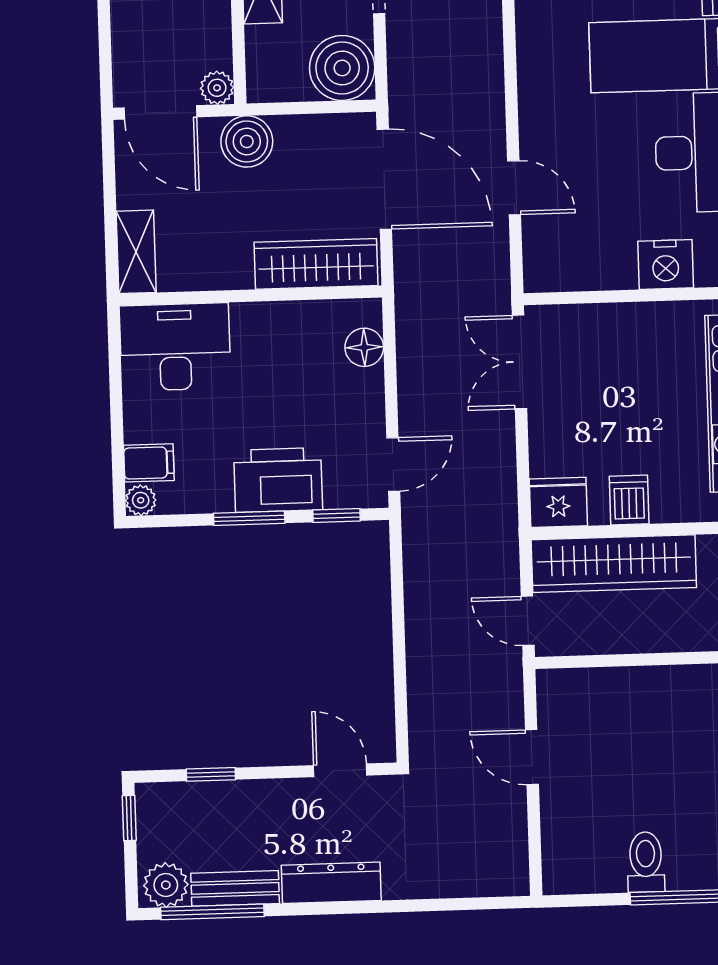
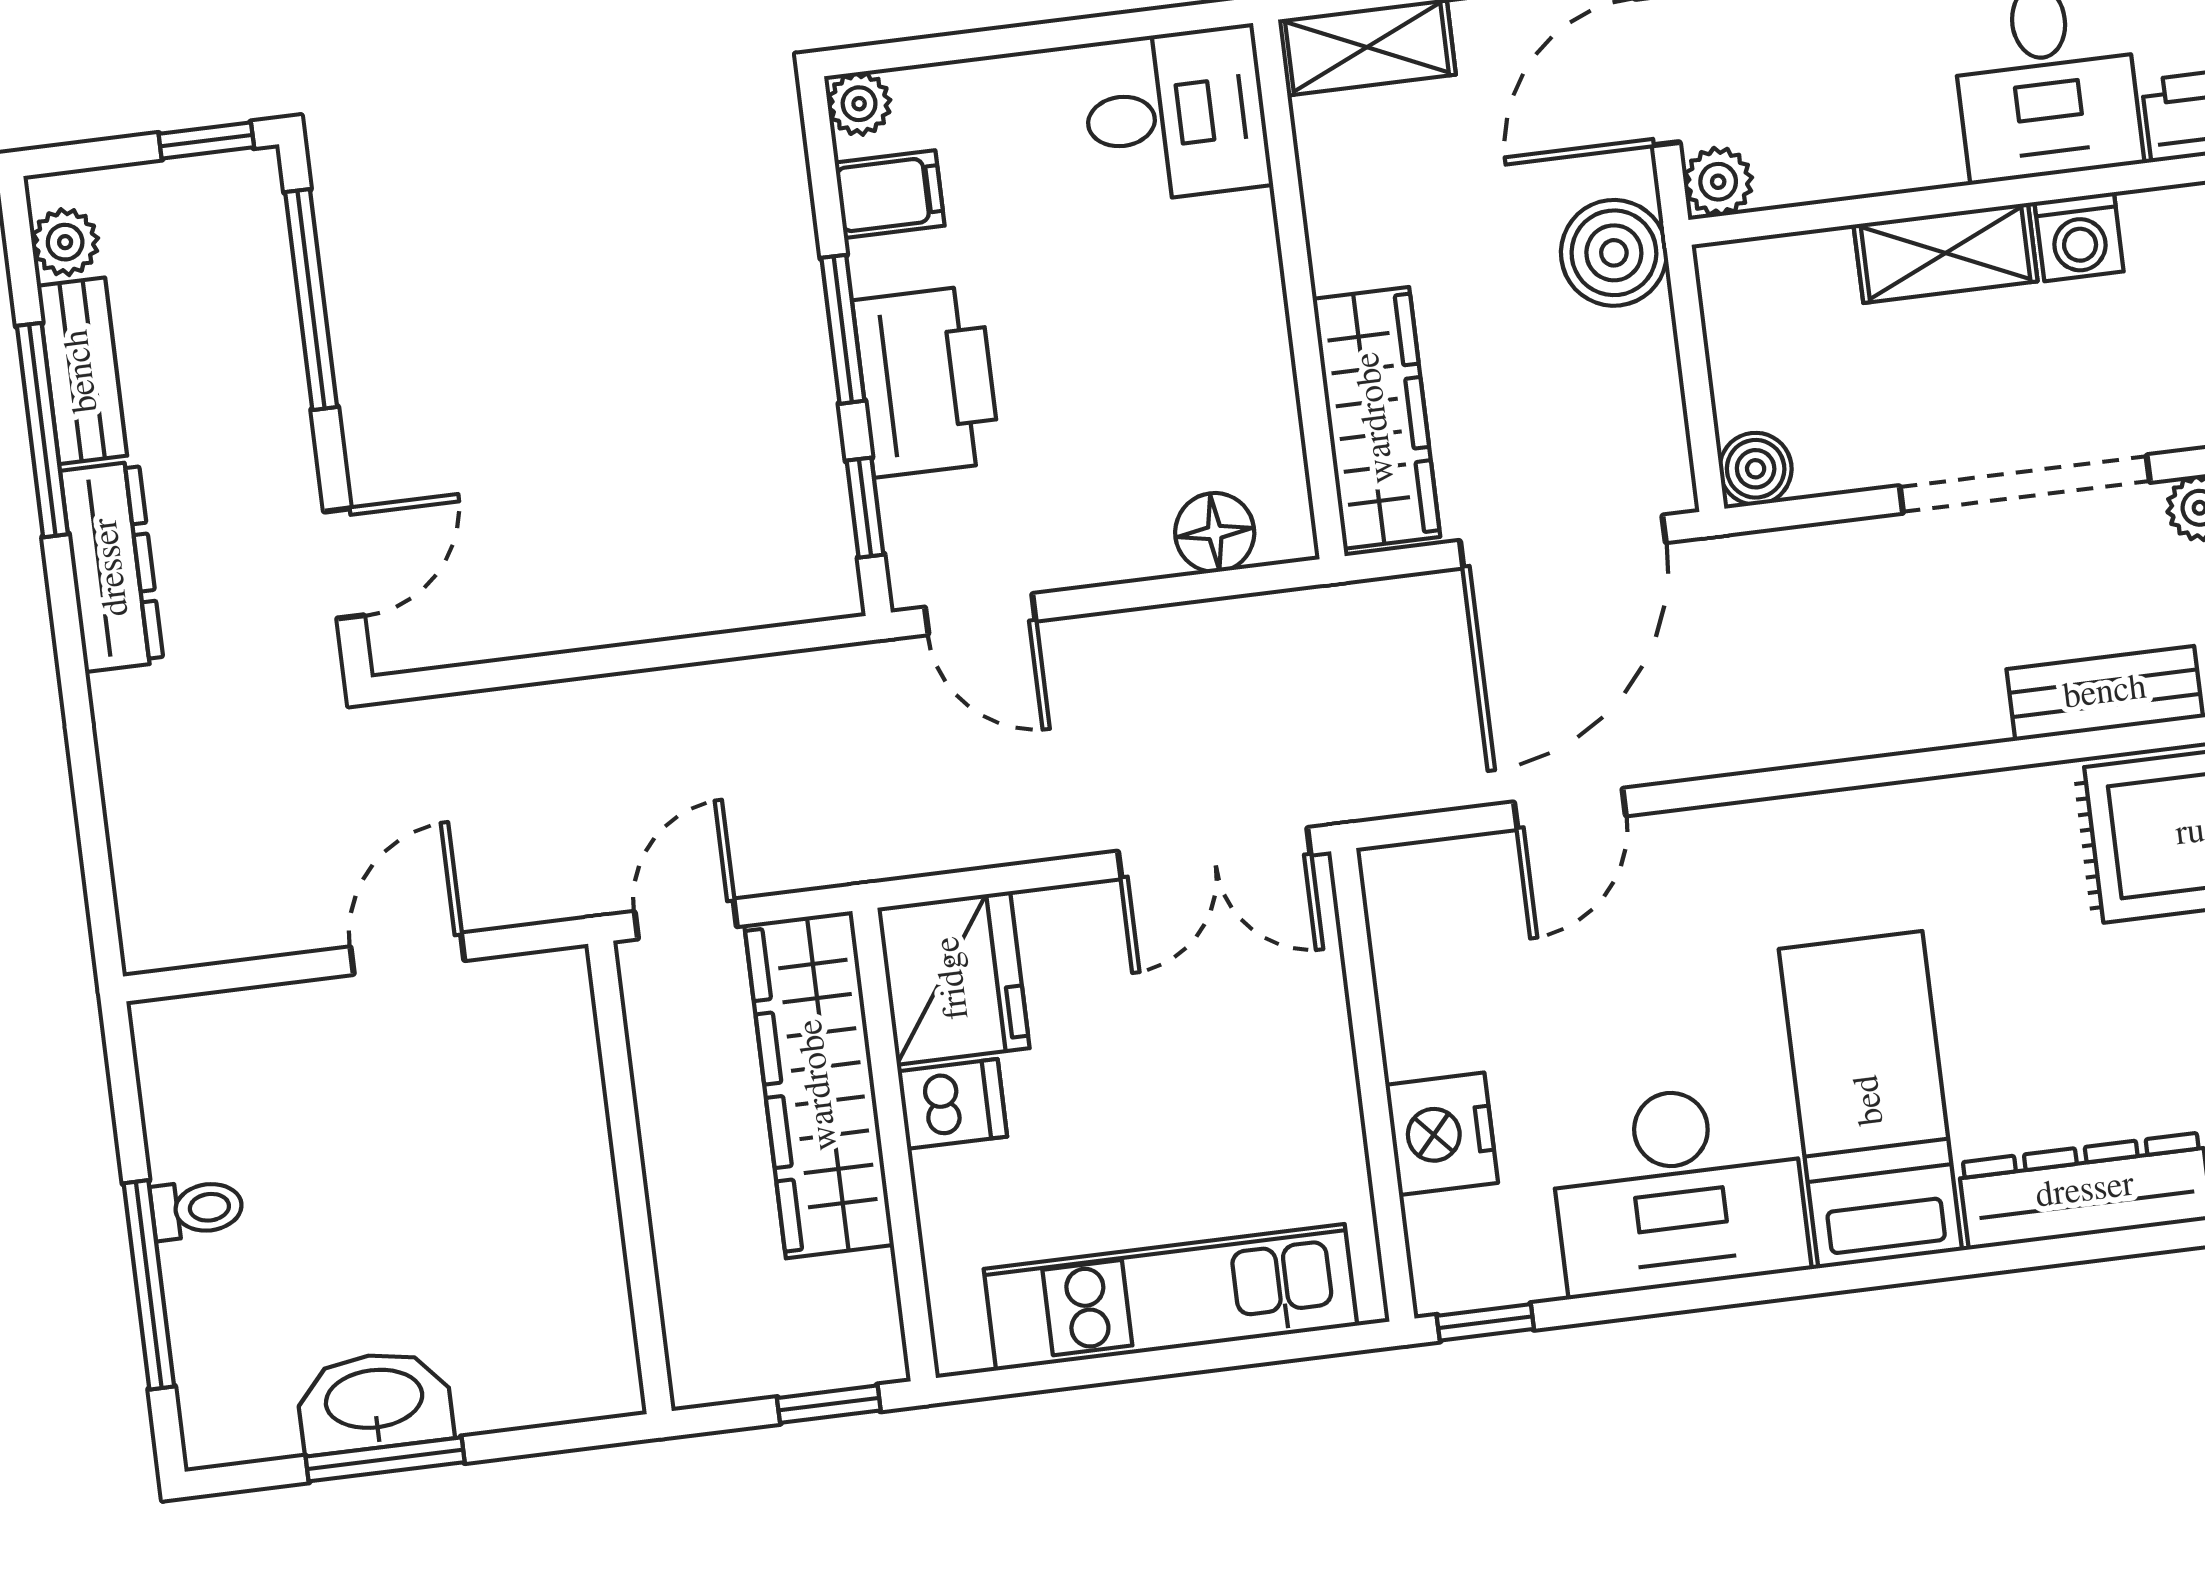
boiler: (342, 68) -> (1756, 469), width x0.54, depth x0.54
desk: (175, 347) -> (1176, 115), width x0.73
double door: (520, 362) -> (1214, 853), swing flipped
filing cabinet: (149, 463) -> (890, 194), moved, turned -90
fridge: (558, 502) -> (953, 978), width x1.36, depth x1.34
window: (211, 774) -> (311, 300), width x2.17
toilet: (646, 862) -> (197, 1209), width x0.73, depth x0.72
plant: (166, 885) -> (65, 242), width x0.73, depth x0.73
window: (212, 912) -> (42, 430), moved

